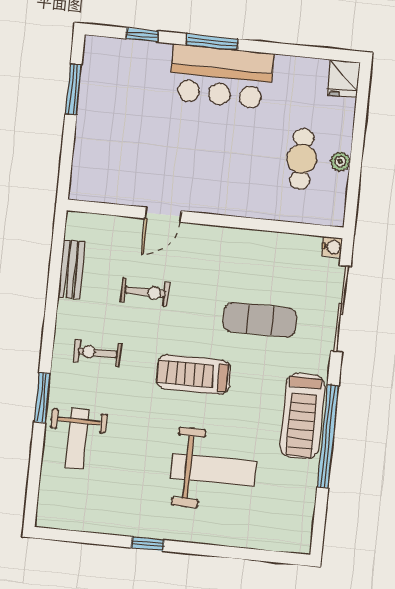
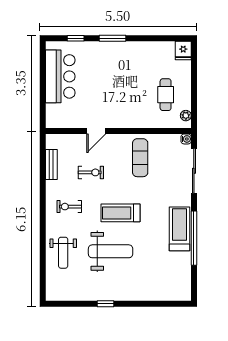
bar counter: (221, 77) -> (60, 76), moved, turned -90
window: (73, 89) -> (43, 70), removed
plant: (340, 161) -> (186, 116), moved
exercise mat: (260, 320) -> (140, 158), moved, turned 90
window: (42, 397) -> (43, 233), removed
treadmill: (302, 416) -> (179, 229), turned 180
weight bench: (214, 470) -> (111, 251), moved

